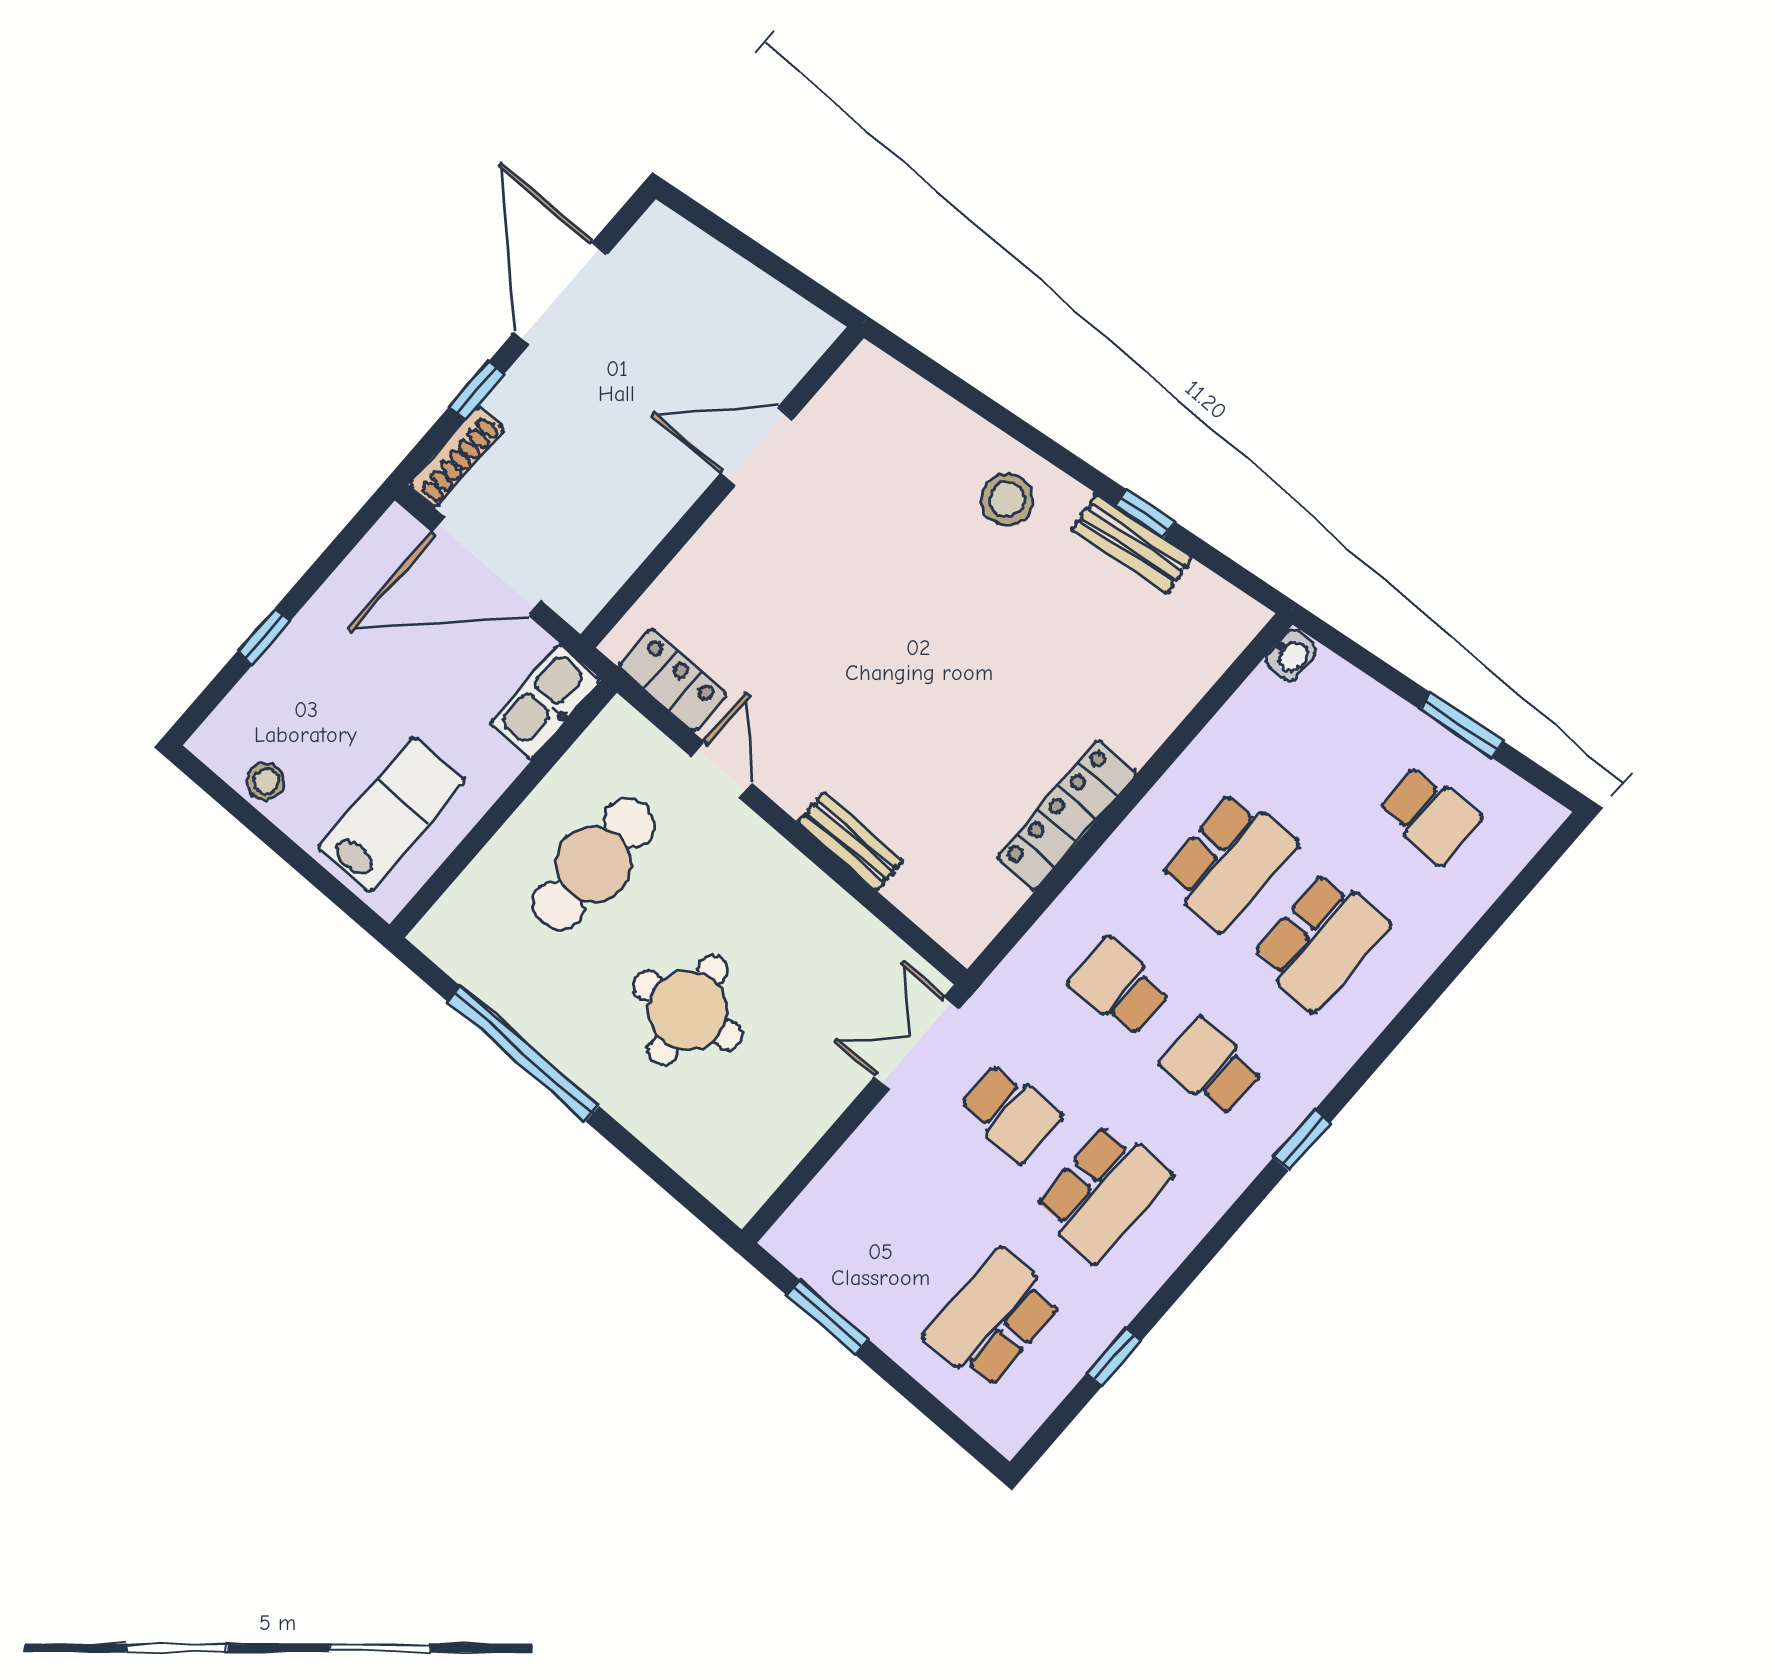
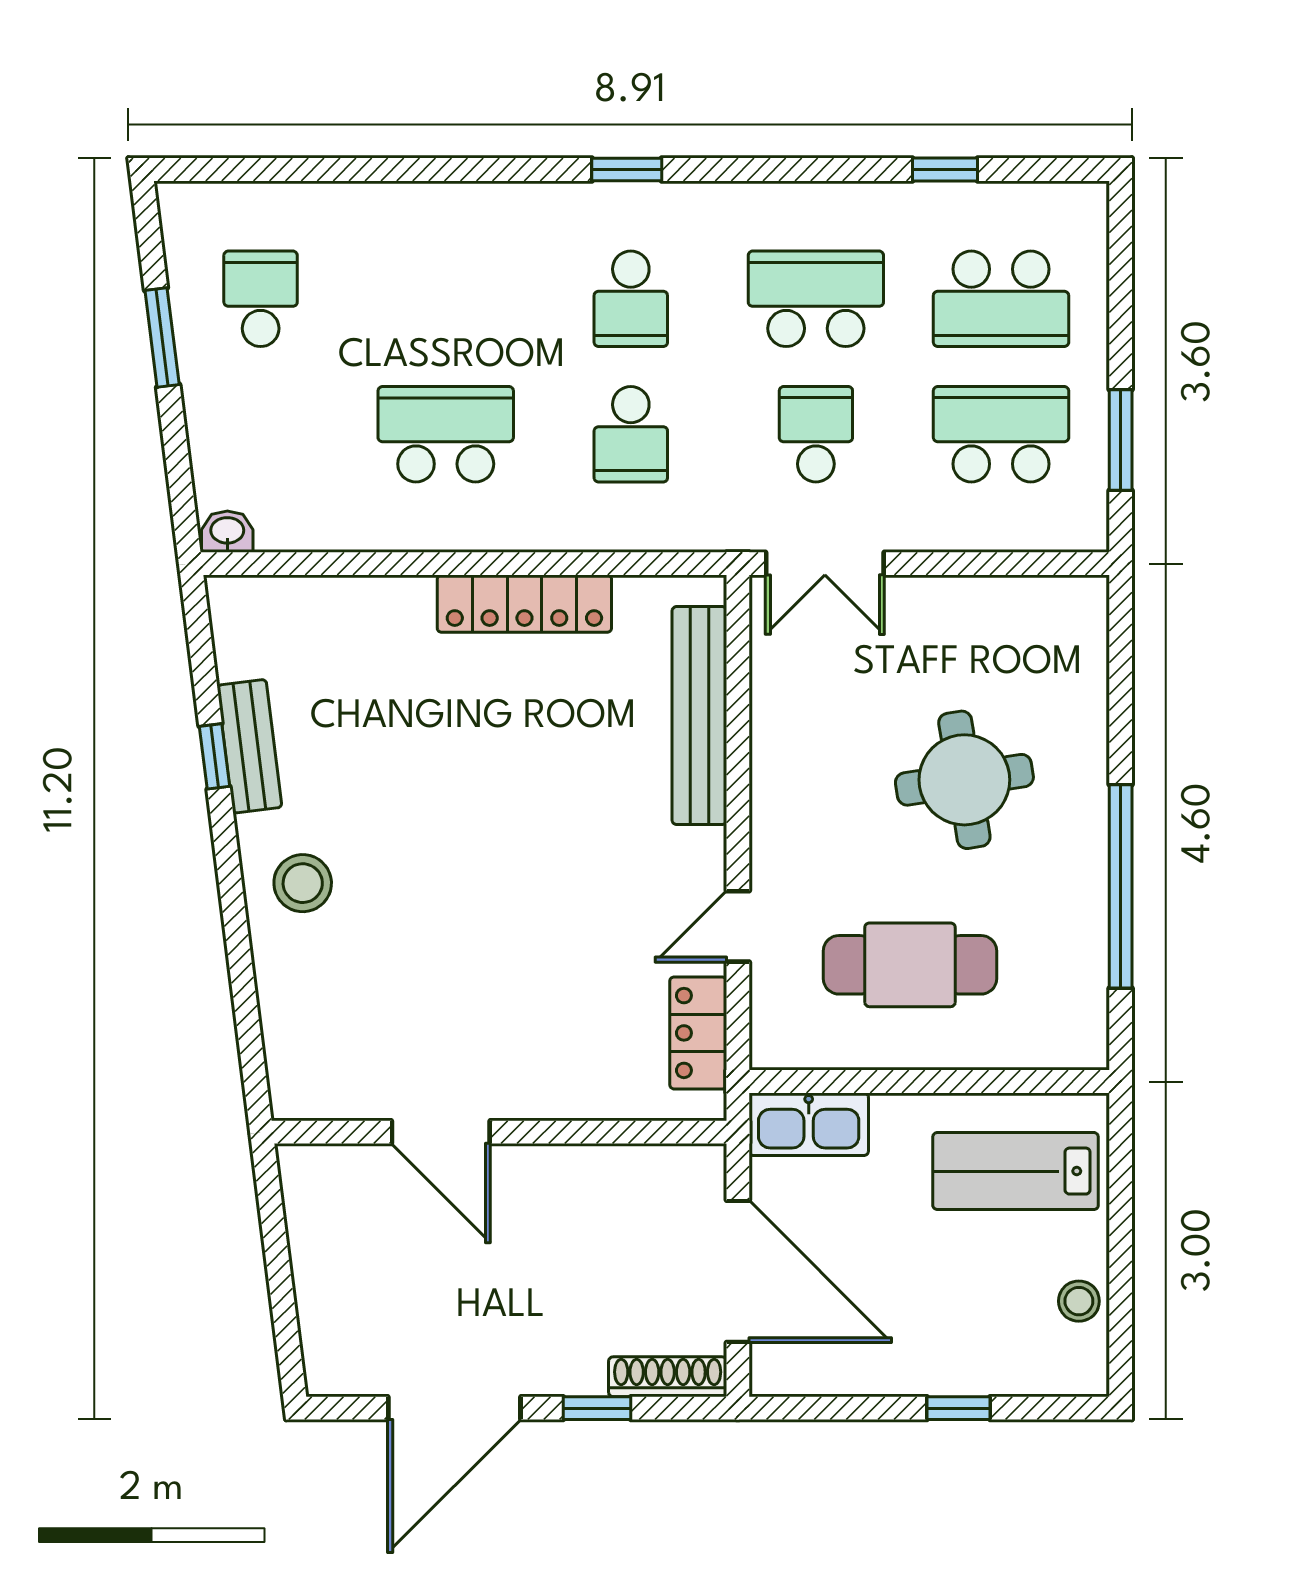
bench: (850, 841) -> (699, 716), width x1.86, depth x1.21
school desk: (1320, 941) -> (1001, 434), moved

